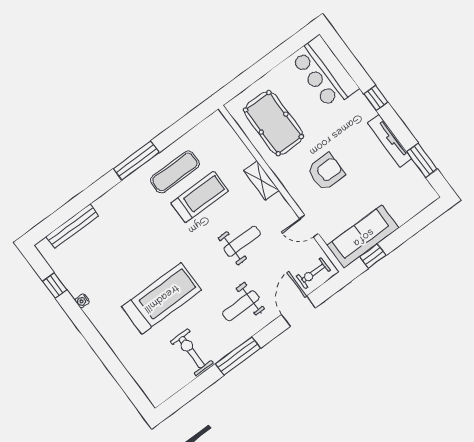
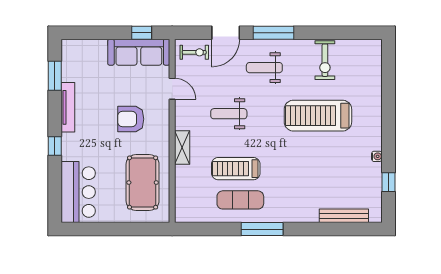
weight bench: (241, 306) -> (264, 68), turned 180
window: (238, 356) -> (273, 33), moved

